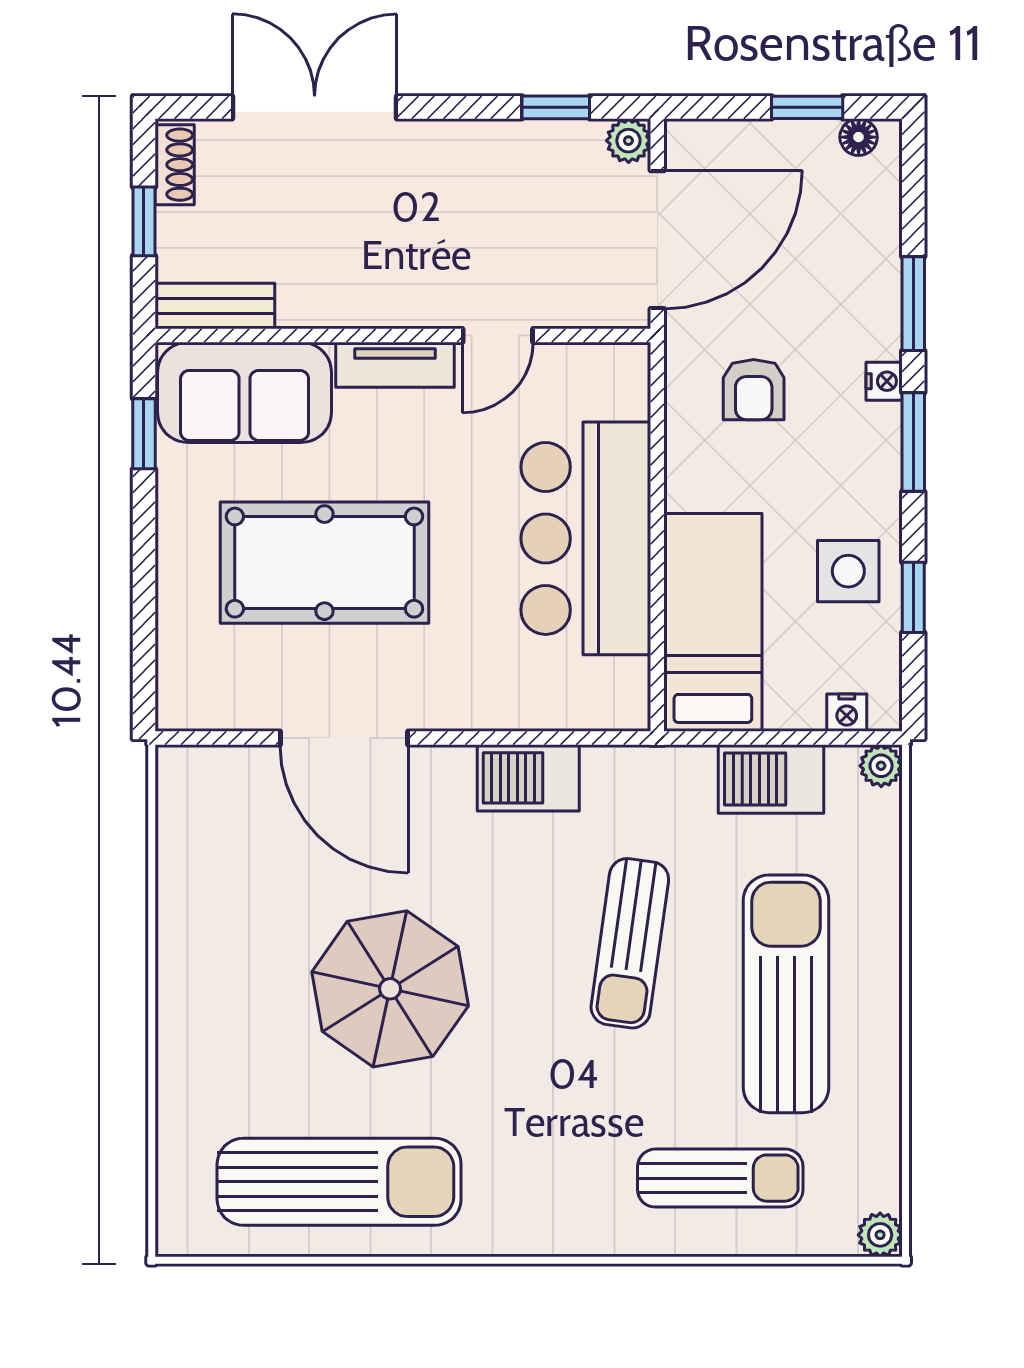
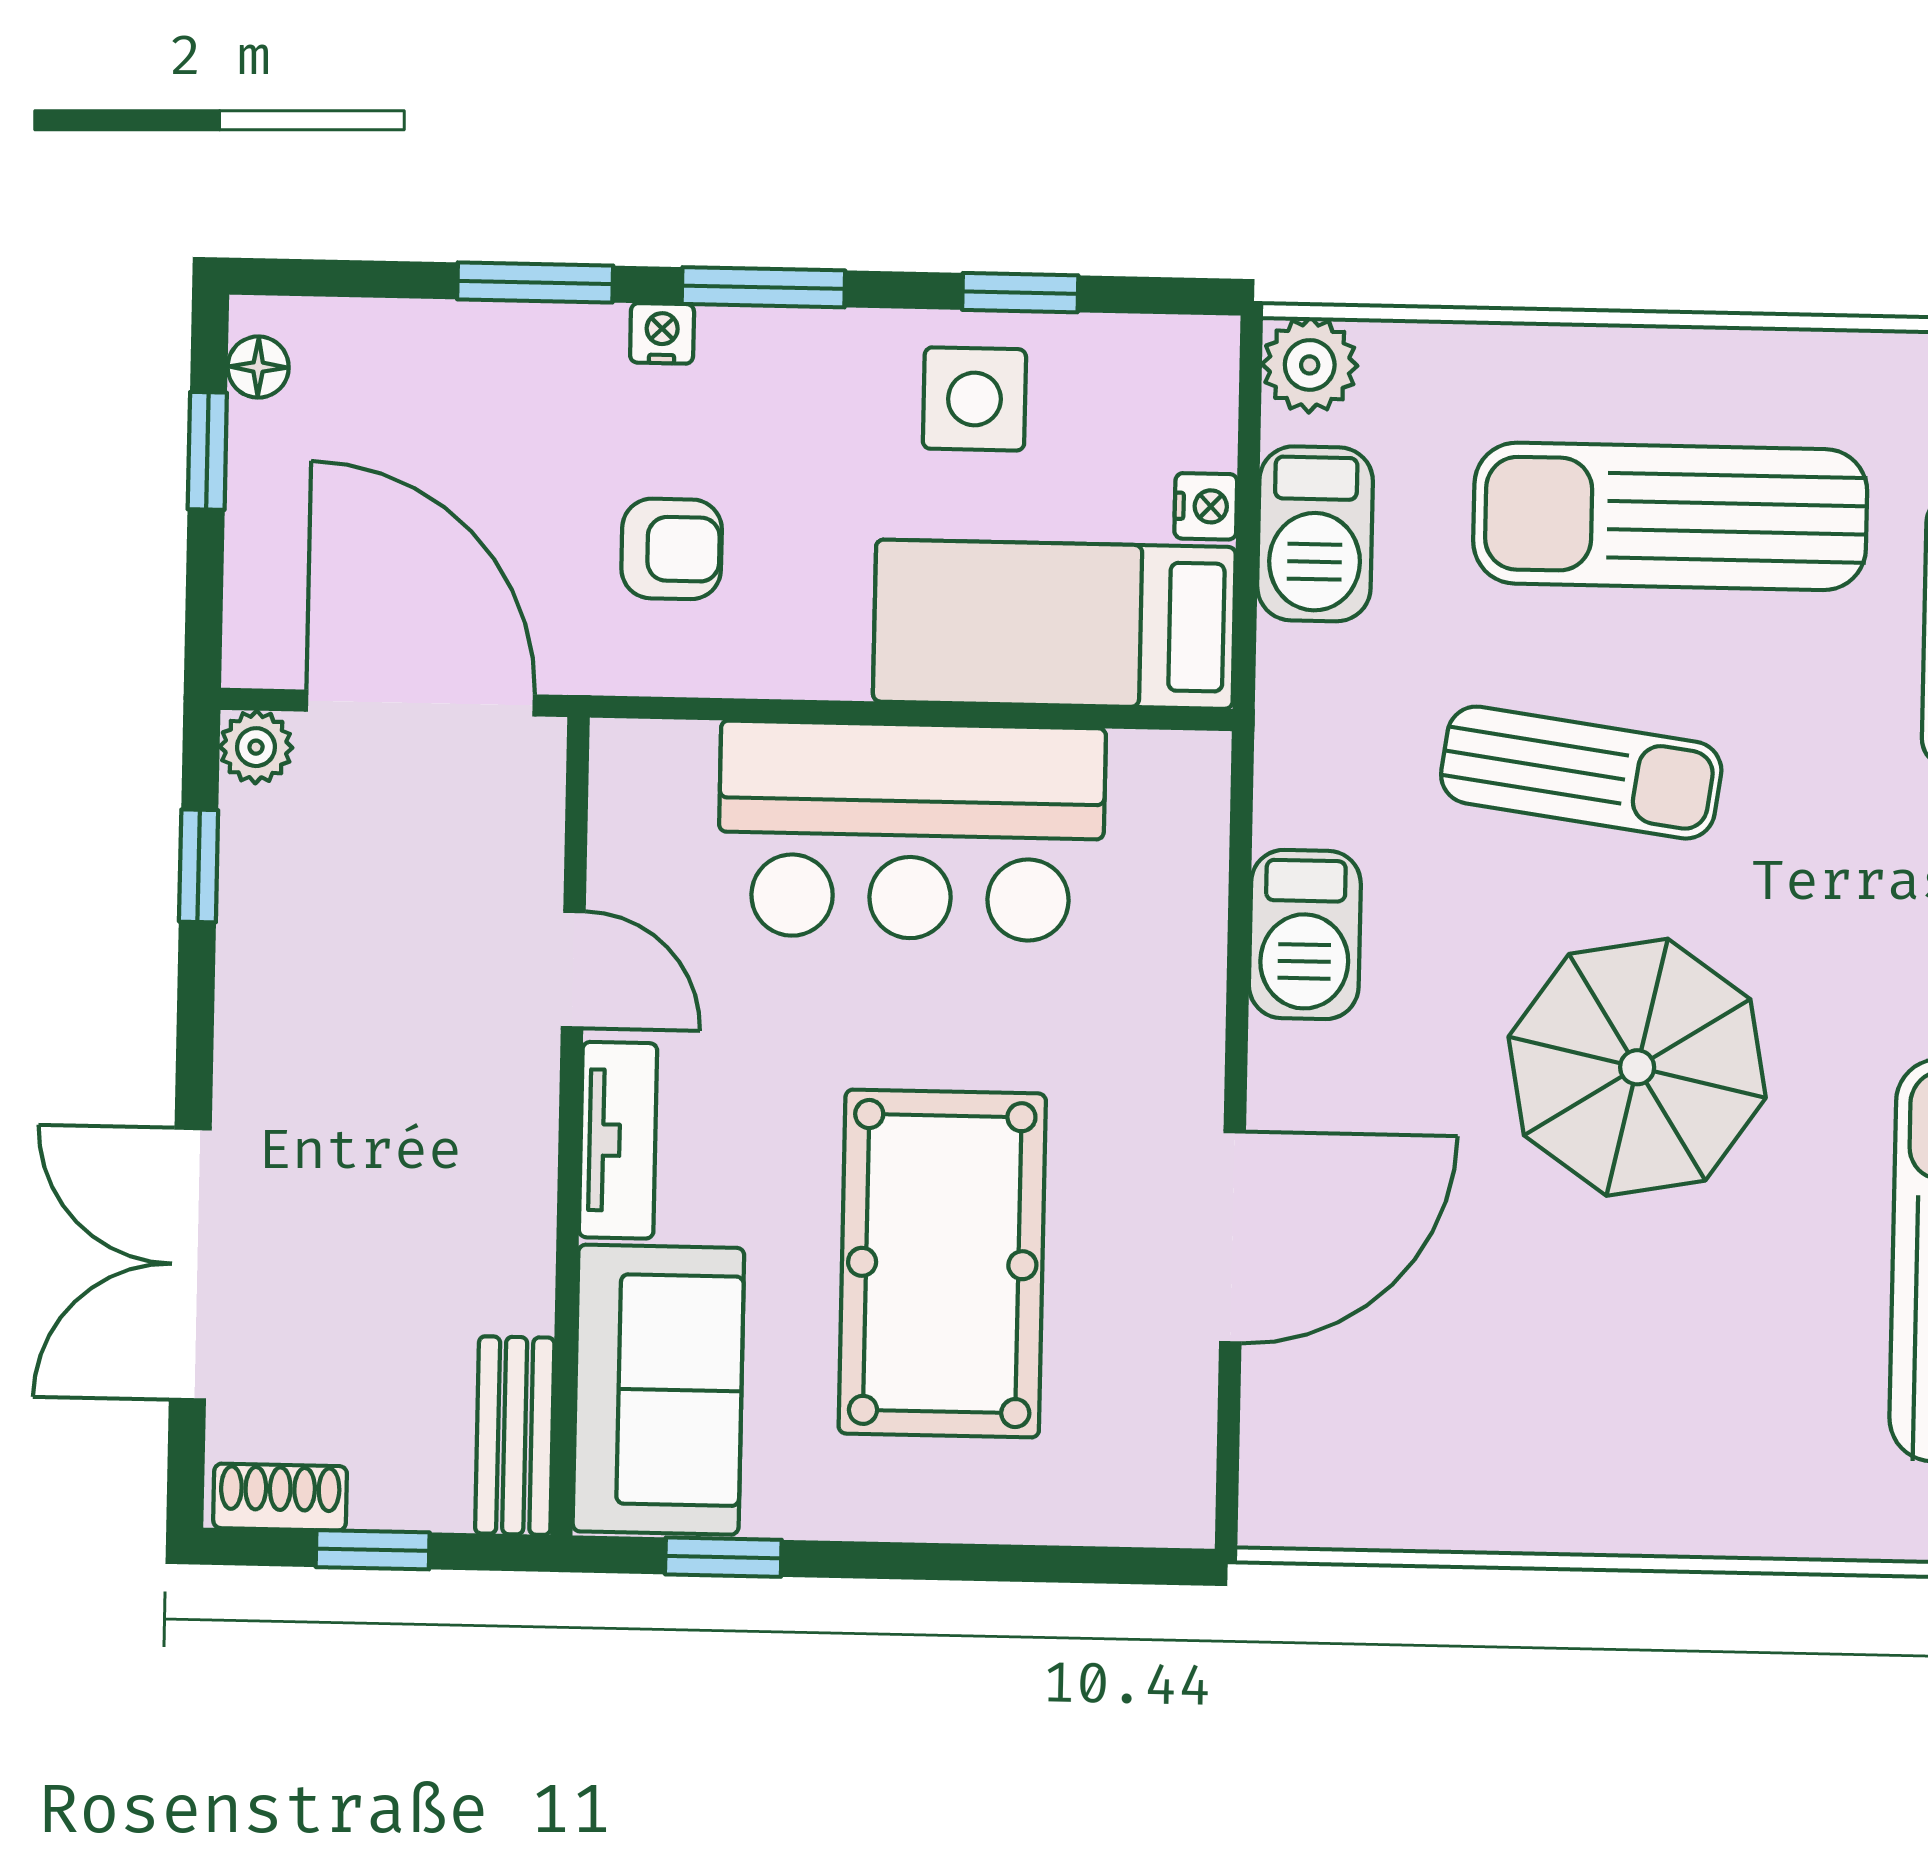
nightstand: (847, 713) -> (1206, 506), moved
plant: (881, 766) -> (1310, 365), width x1.38, depth x1.38
parasol: (390, 989) -> (1637, 1067), moved

